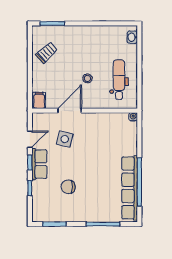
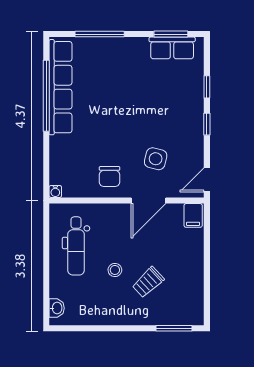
trolley: (47, 53) -> (148, 282), moved
stool: (87, 78) -> (115, 270), moved
door: (30, 139) -> (207, 180), moved
row of seats: (39, 164) -> (172, 48), moved, turned -90
chair: (68, 187) -> (110, 177), moved, turned 90

